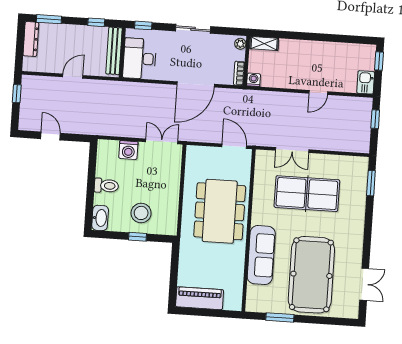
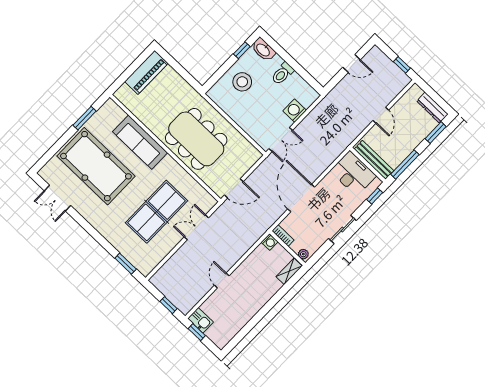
window: (96, 22) -> (405, 164), width x2.17
window: (379, 61) -> (197, 332), moved
window: (138, 237) -> (242, 50), moved

